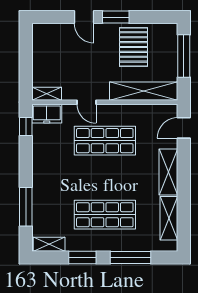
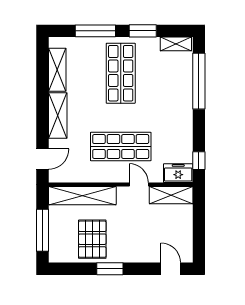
door: (84, 17) -> (171, 269), moved
shelving: (47, 94) -> (171, 195), width x1.50, depth x1.33
window: (26, 207) -> (199, 81), width x1.46
shop shelf: (105, 215) -> (121, 73), turned 90

